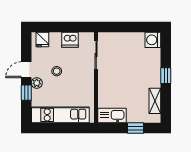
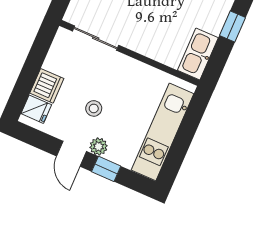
dishwasher: (70, 40) -> (47, 86), moved

